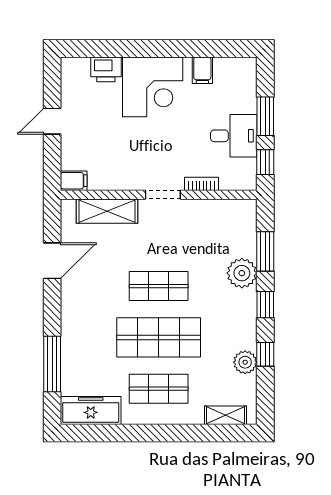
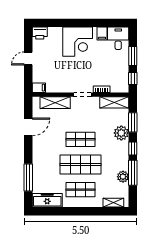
printer: (106, 69) -> (40, 33), moved
desk: (234, 136) -> (118, 38), moved, turned -90
shelving: (228, 211) -> (114, 102), added
window: (265, 354) -> (133, 173), width x2.17

